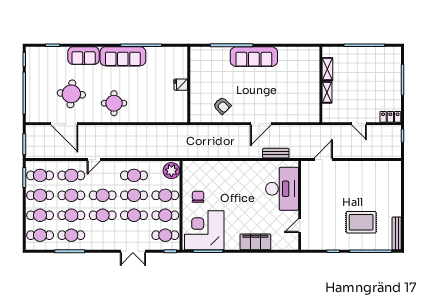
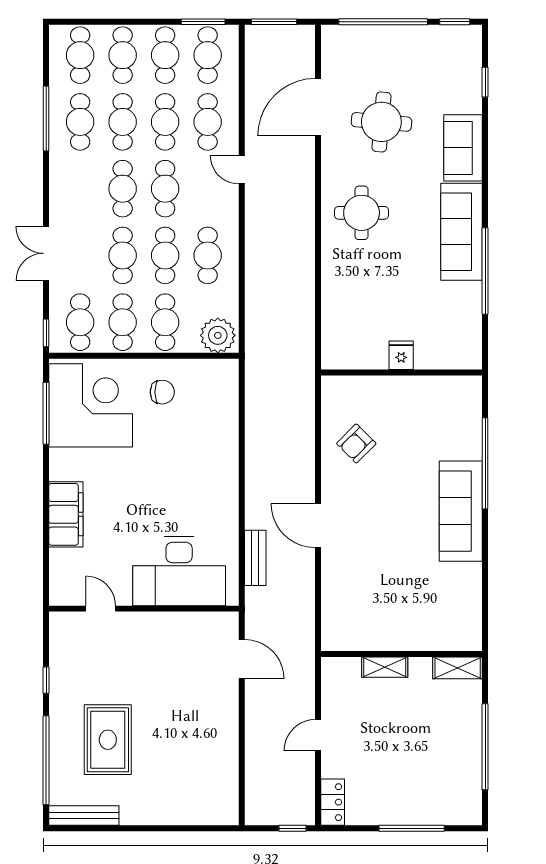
shelving: (327, 69) -> (458, 668), moved

